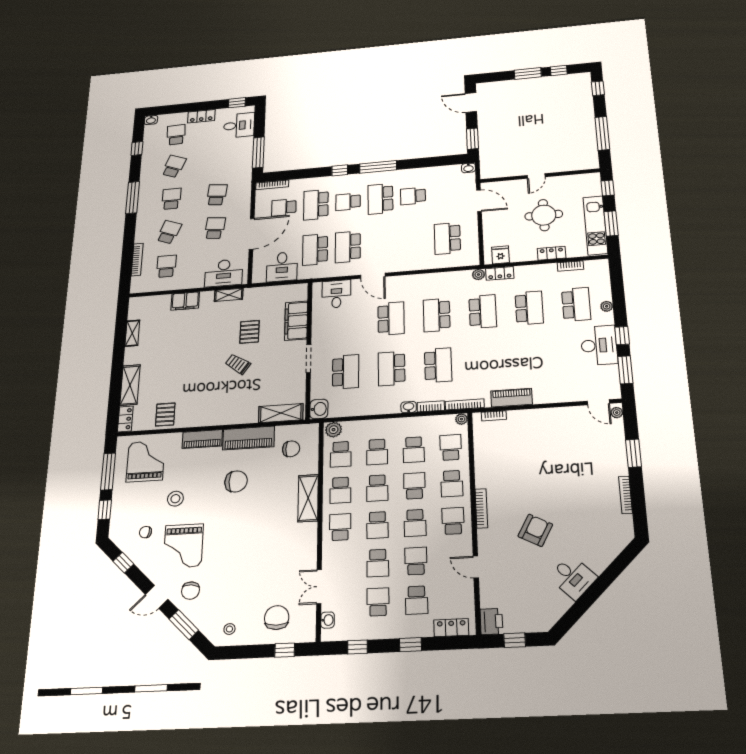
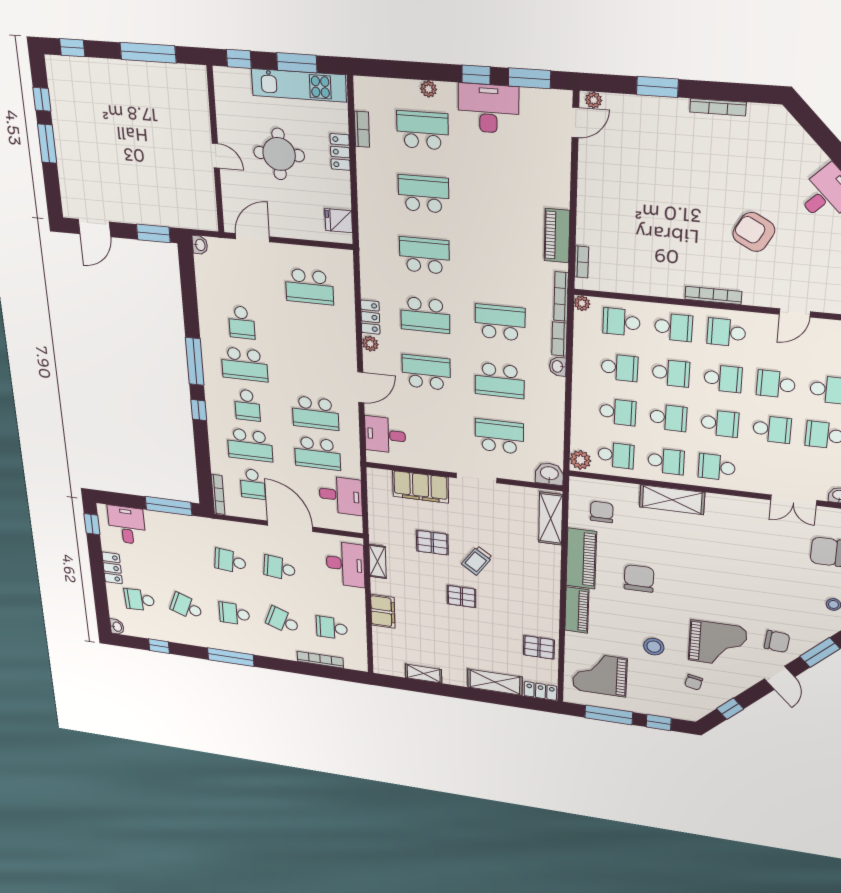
locker: (500, 273) -> (370, 317), moved
plant: (478, 275) -> (370, 344), moved
pallet: (205, 355) -> (461, 597), added
school desk: (414, 486) -> (671, 373), turned 180

